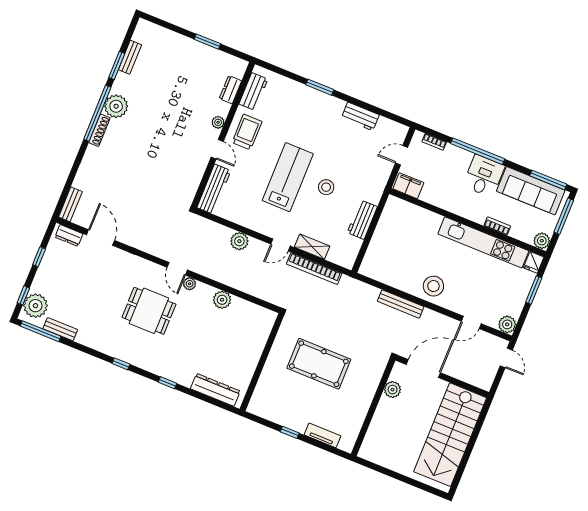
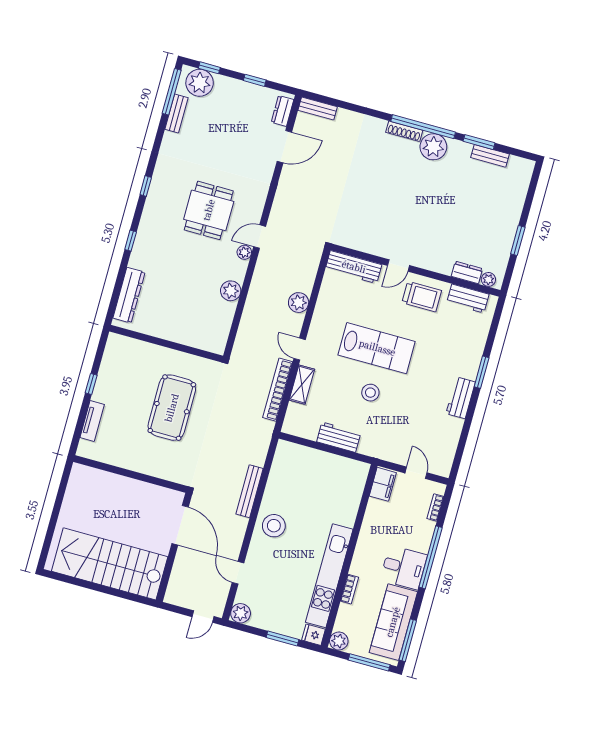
workbench: (360, 116) -> (461, 398), moved
plant: (218, 122) -> (488, 279), moved
plant: (393, 390) -> (153, 493), removed

